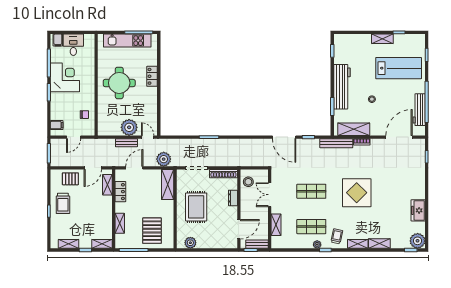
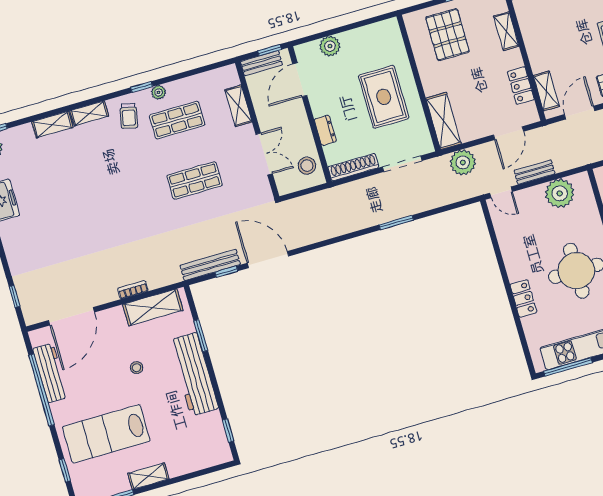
plant: (129, 127) -> (560, 193), moved
bench: (336, 143) -> (210, 265), moved
display table: (357, 193) -> (116, 200), removed
plant: (190, 243) -> (330, 46), moved

